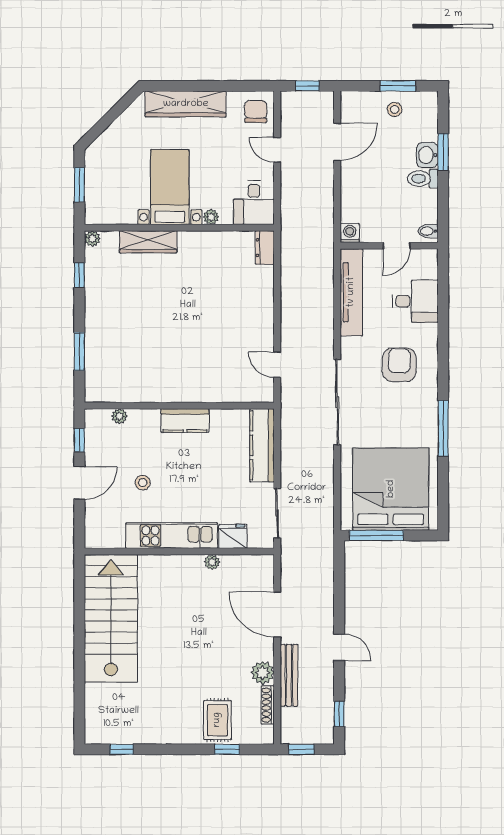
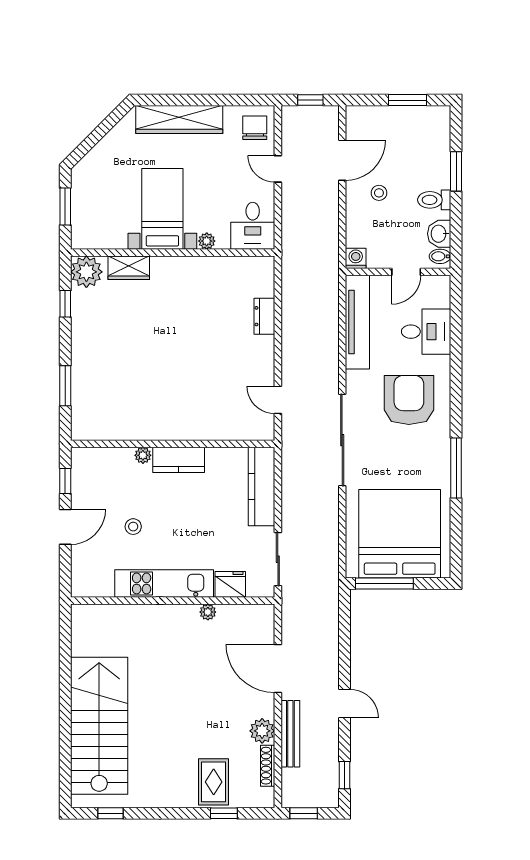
stool: (395, 109) -> (379, 193), moved
washbasin: (427, 155) -> (439, 234), moved
plant: (92, 239) -> (86, 272), width x1.88, depth x1.88
wardrobe: (148, 242) -> (129, 268), width x0.67
dresser: (265, 248) -> (264, 316), moved
armchair: (399, 365) -> (409, 400), width x1.36, depth x1.36
plant: (119, 416) -> (143, 455), moved
stairs: (111, 618) -> (99, 726), moved

